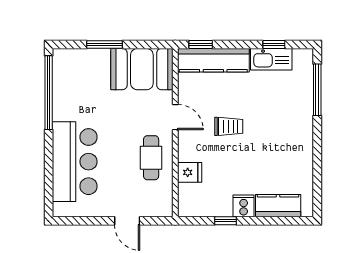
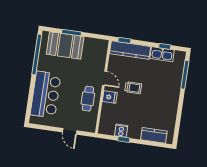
booth: (142, 69) -> (65, 45), moved
fridge: (190, 172) -> (110, 97), moved
cooker: (244, 206) -> (121, 131), moved

